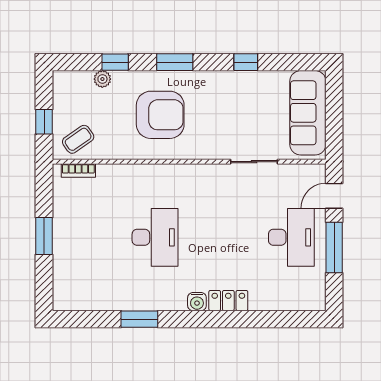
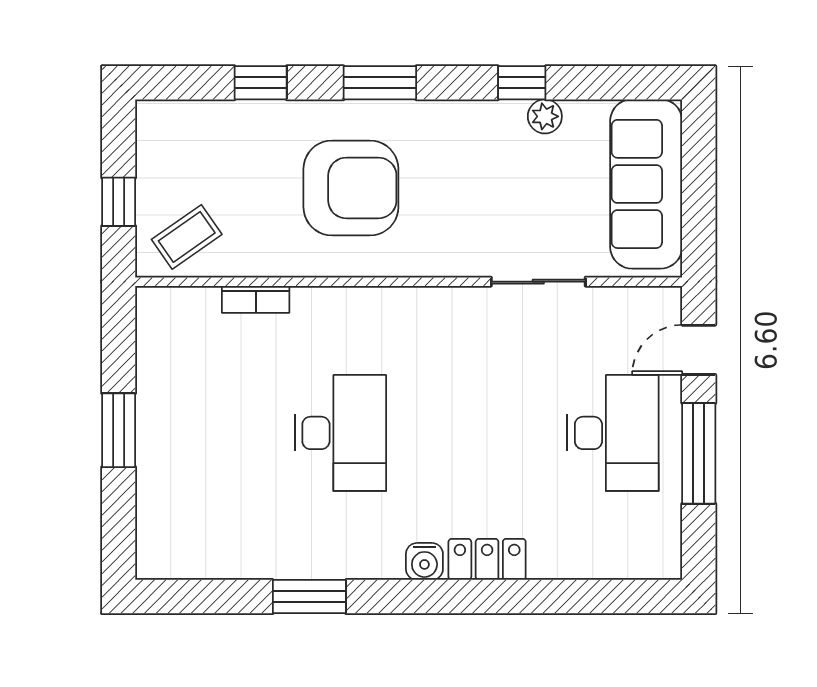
plant: (102, 79) -> (545, 116), moved
bookcase: (78, 170) -> (256, 299), moved

